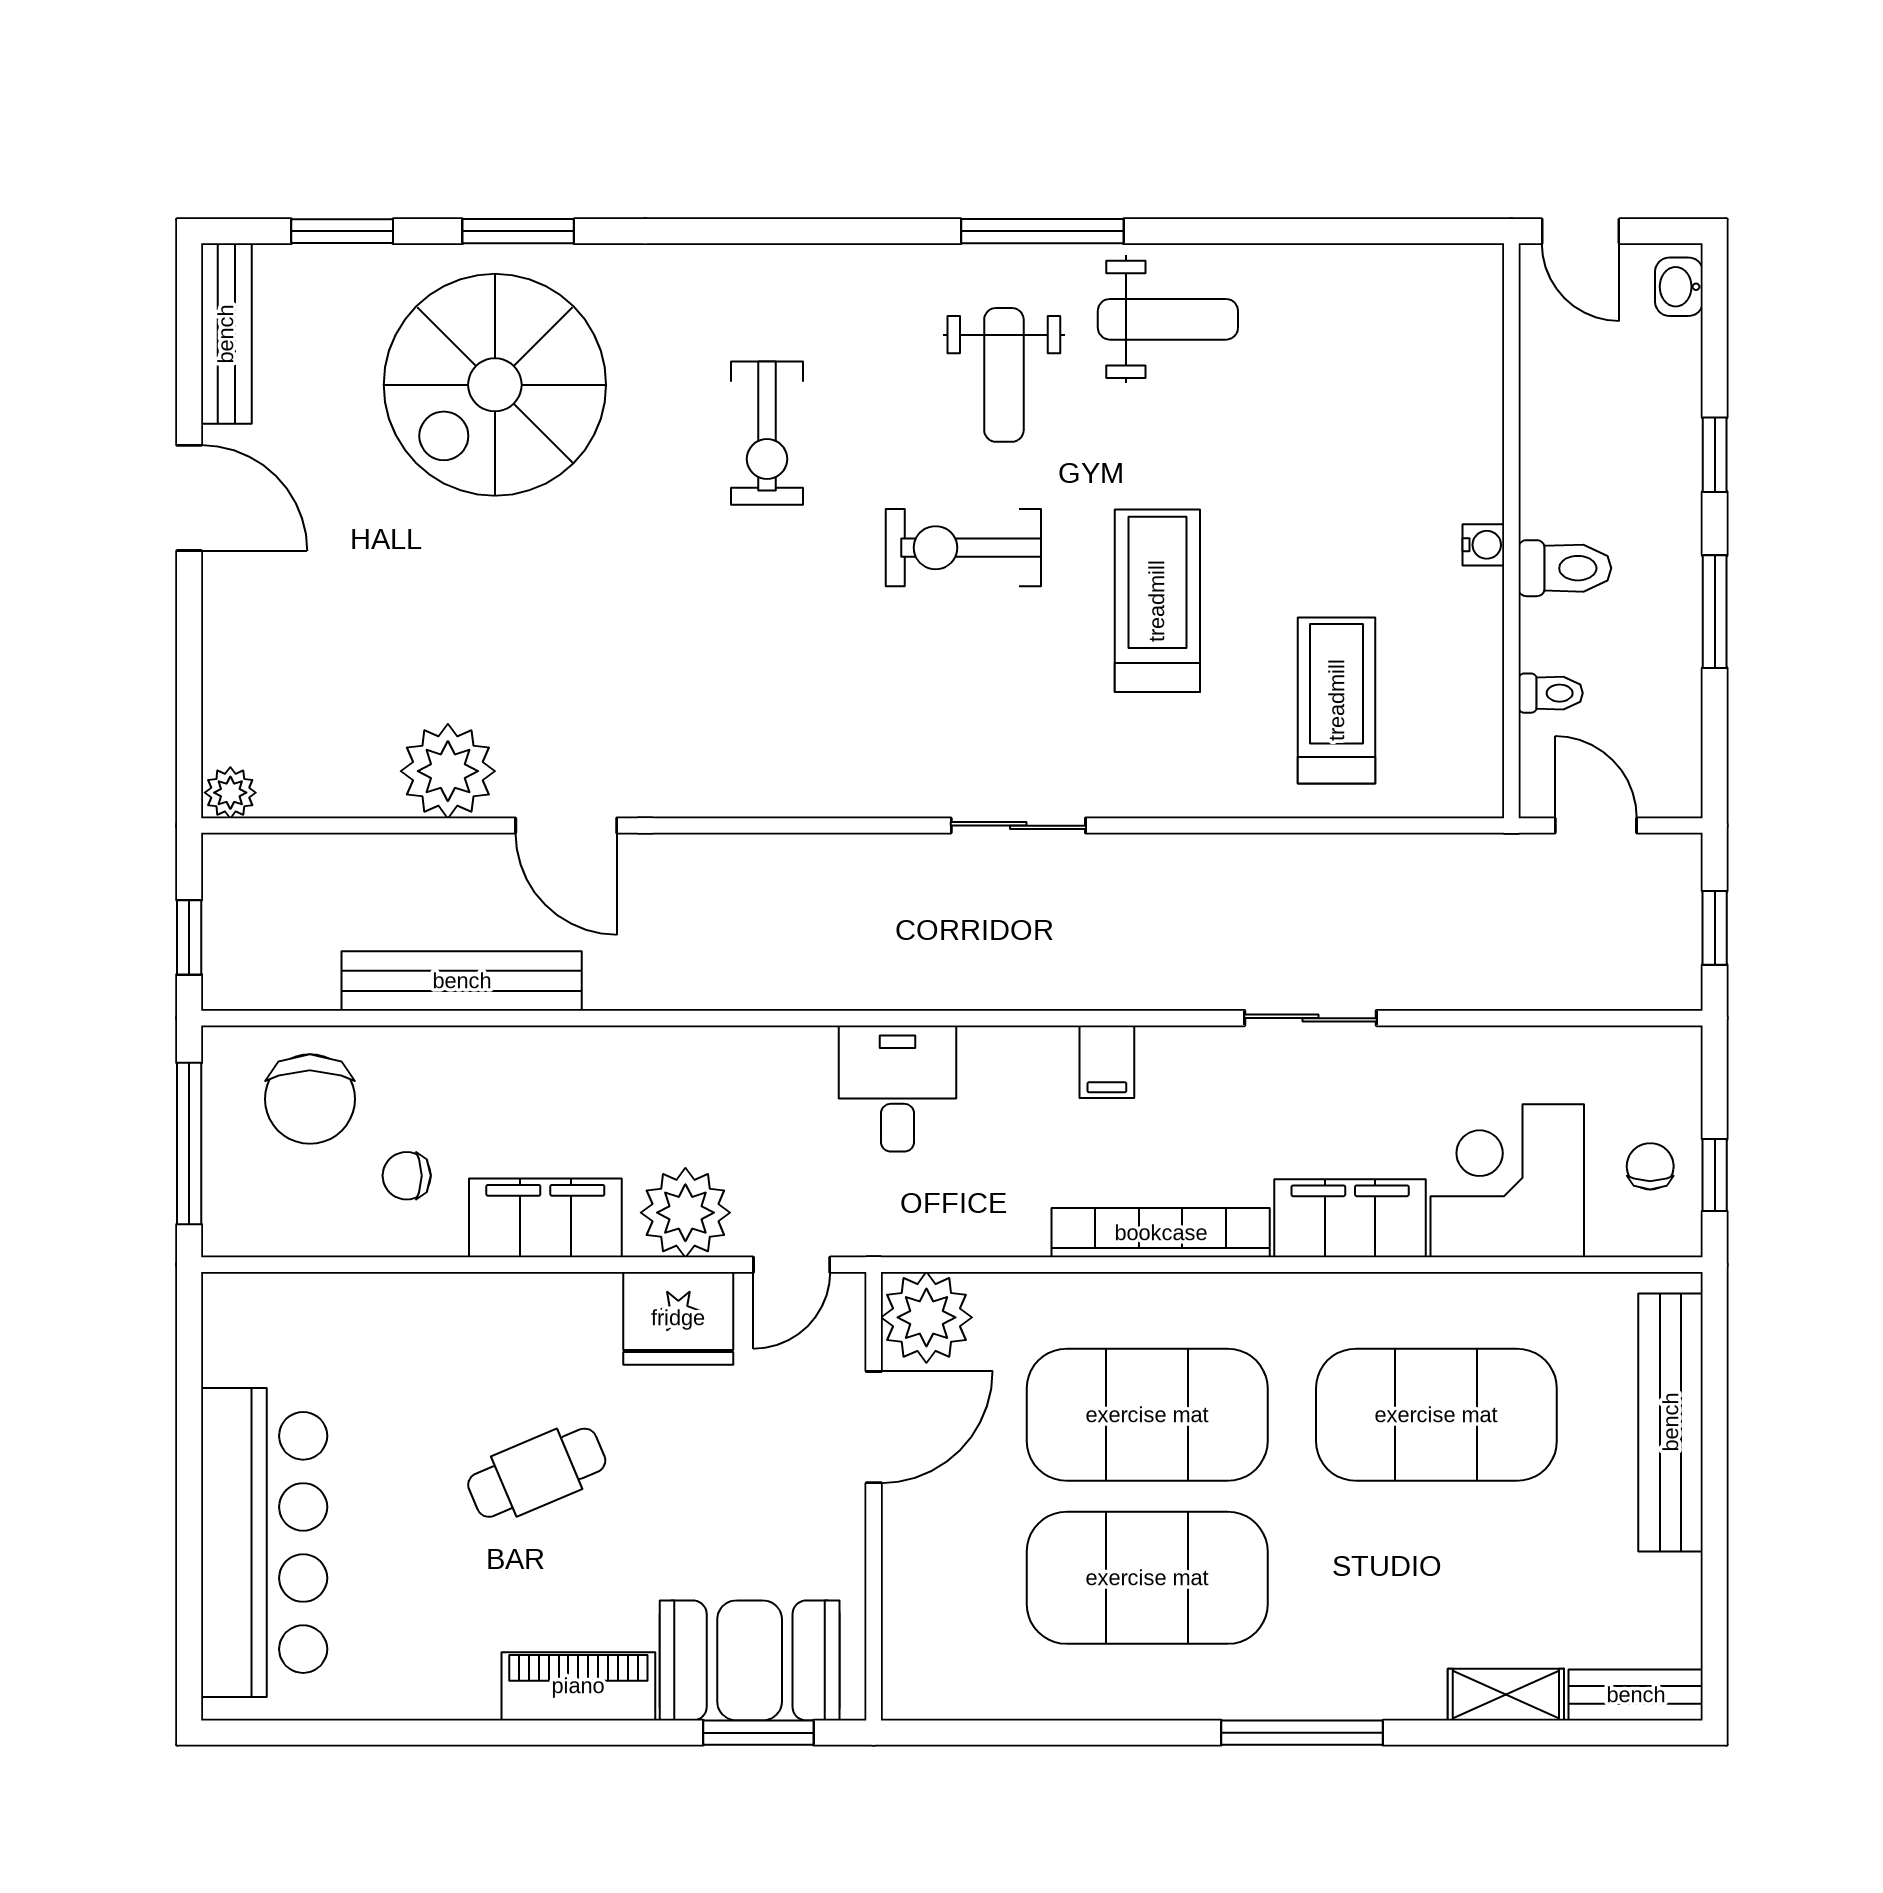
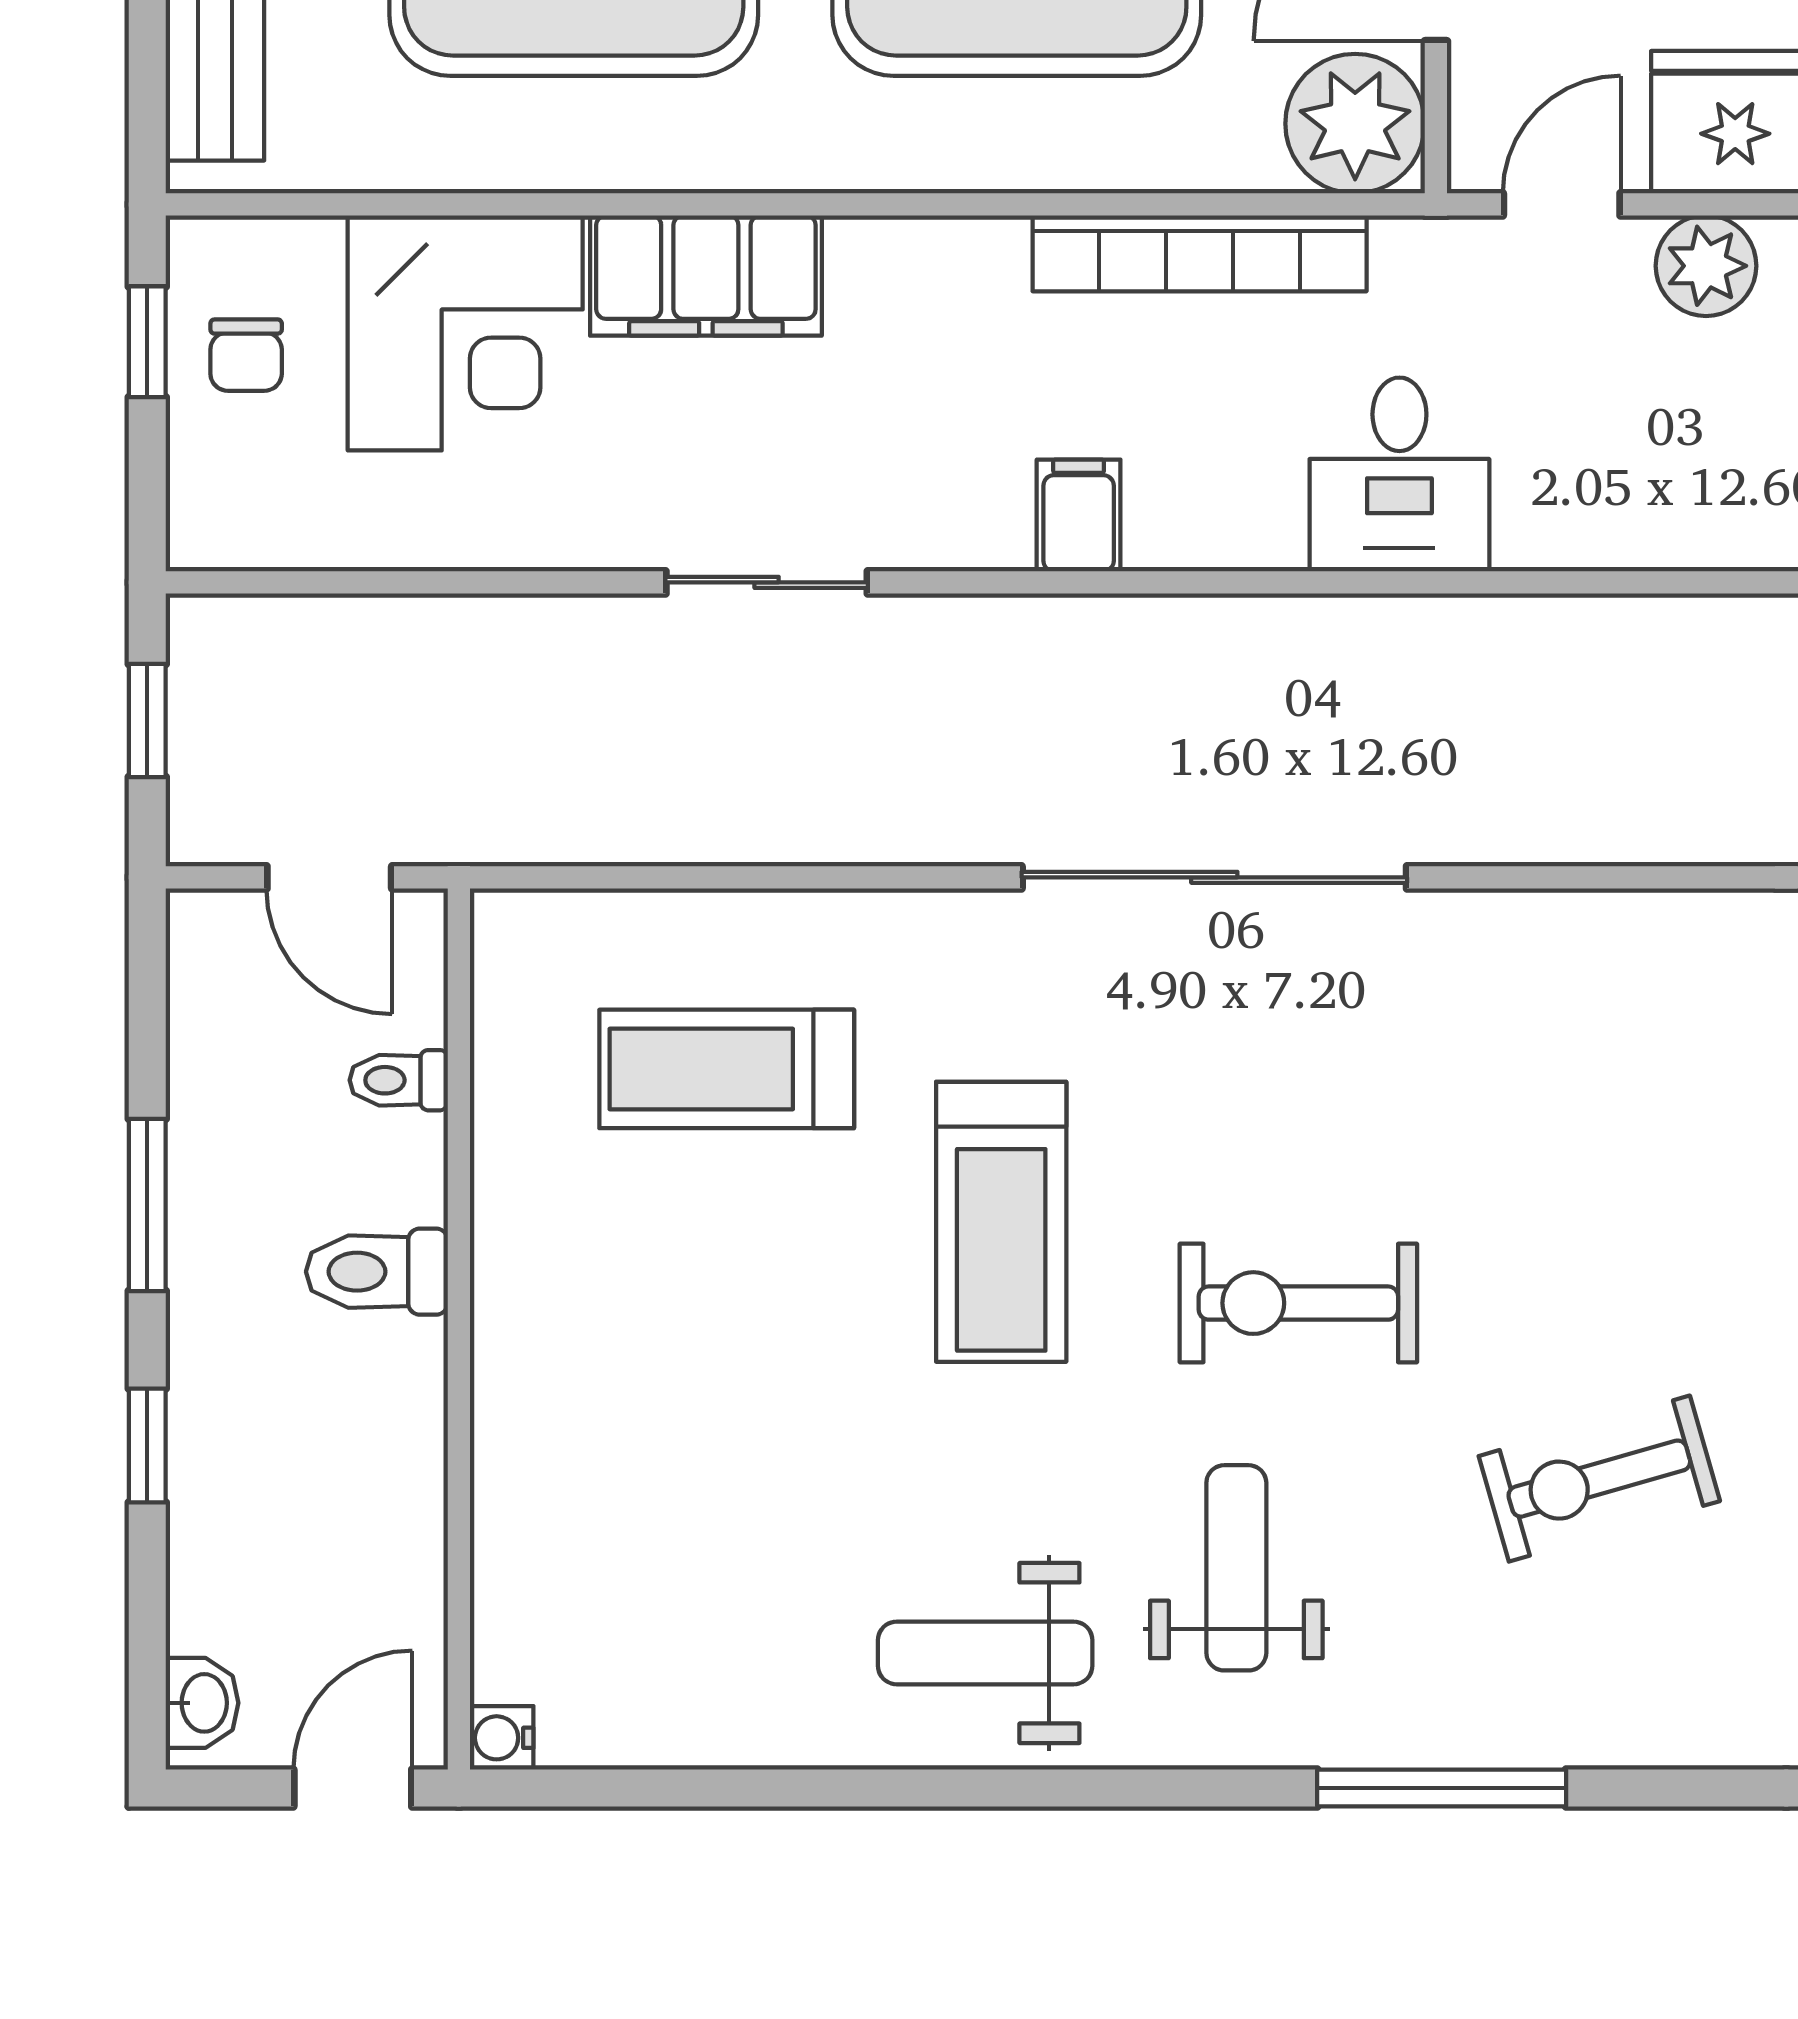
window: (1042, 231) -> (1442, 1788), moved
door: (1581, 231) -> (353, 1788), hinge flipped
exercise bike: (767, 433) -> (1599, 1479), turned -106
water cooler: (1483, 545) -> (502, 1738), moved
exercise bike: (963, 548) -> (1298, 1303), turned 180
treadmill: (1337, 700) -> (727, 1069), turned 90
sliding door: (1018, 826) -> (1214, 877), width x1.86
plant: (685, 1213) -> (1706, 266), width x0.73, depth x0.73
bookcase: (1161, 1233) -> (1200, 253), moved

